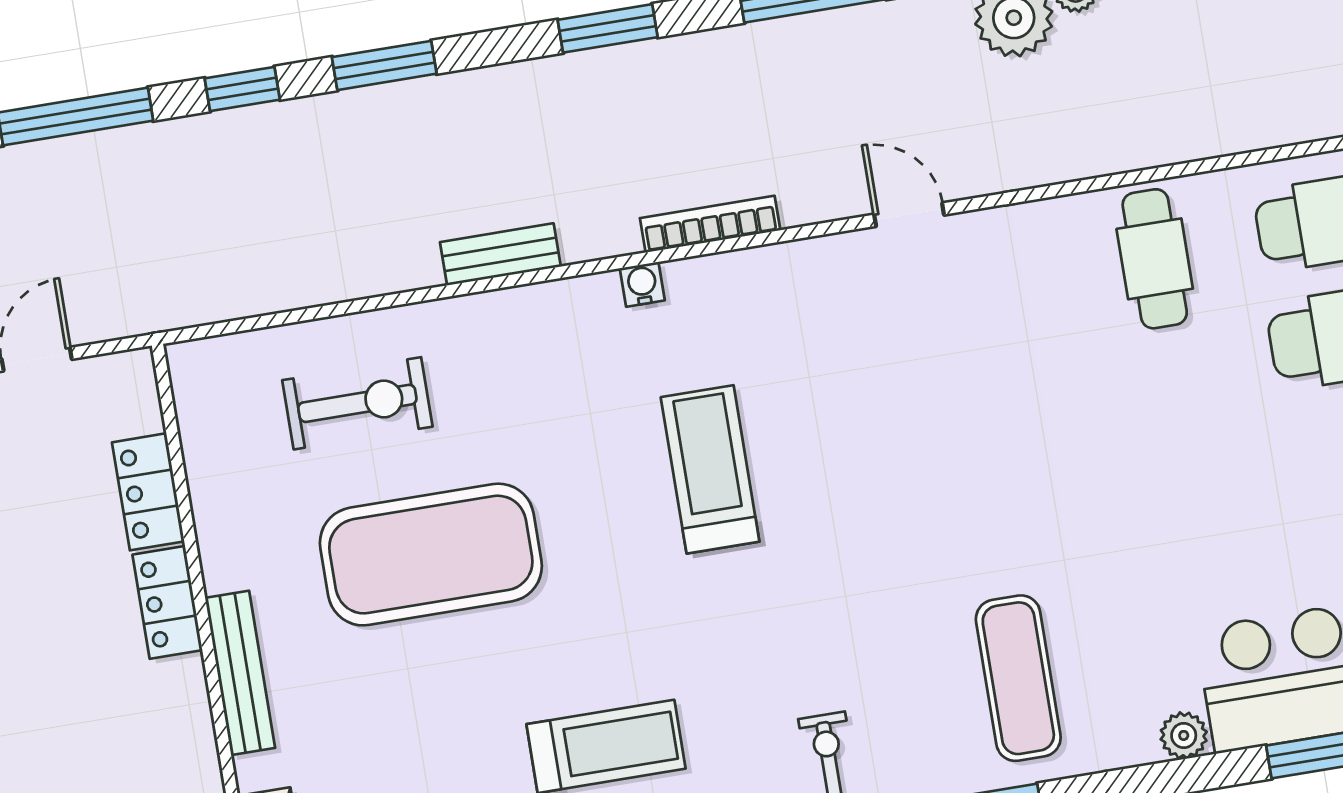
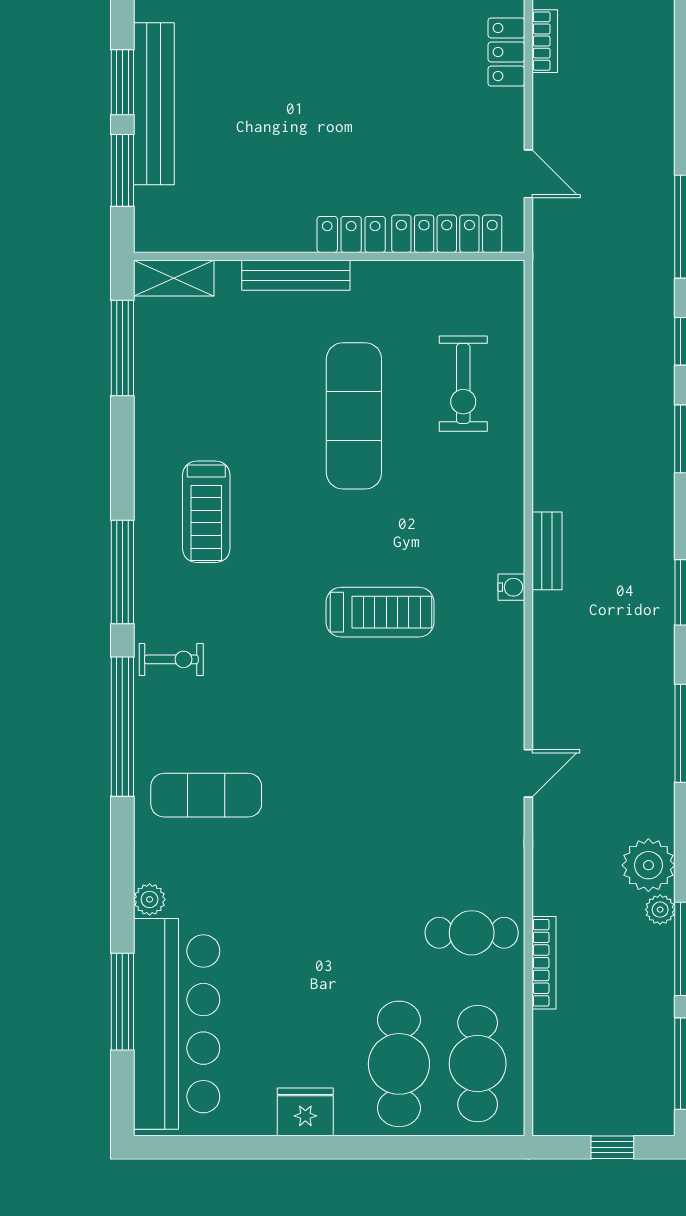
bookcase: (710, 224) -> (544, 963), moved
bench: (500, 254) -> (547, 551), moved
locker: (148, 492) -> (447, 234), width x1.53
exercise mat: (431, 555) -> (354, 416), width x0.68

